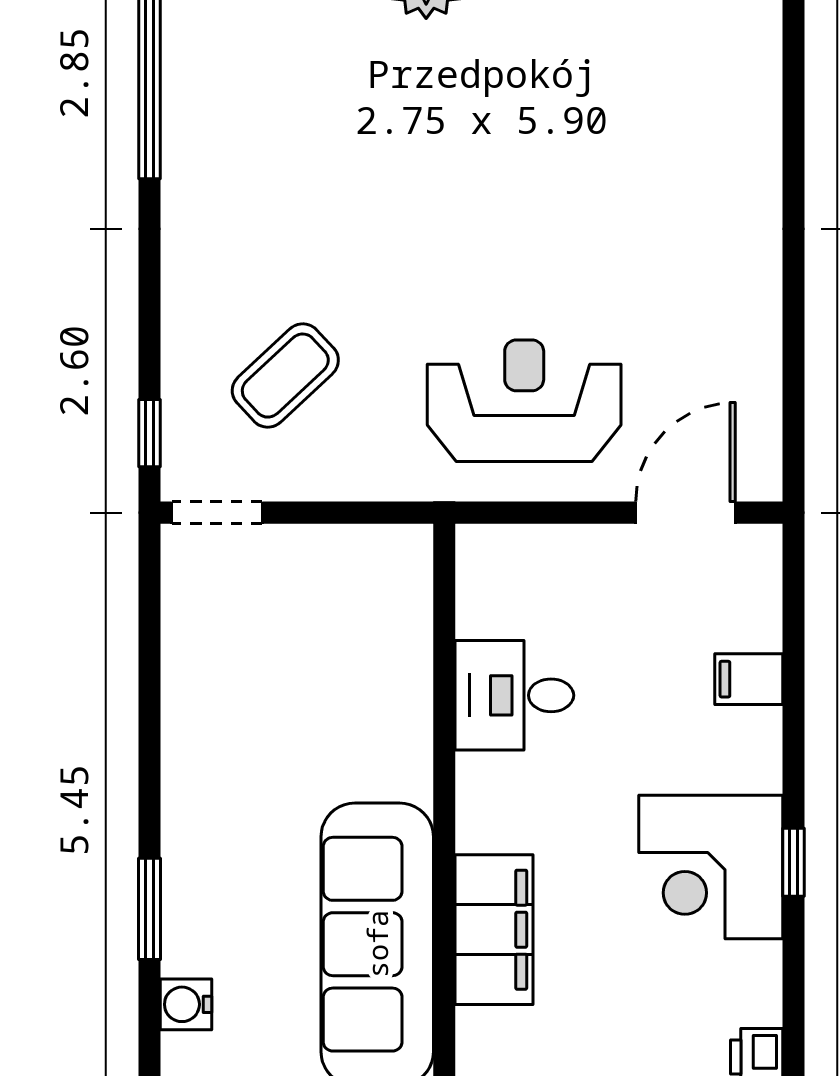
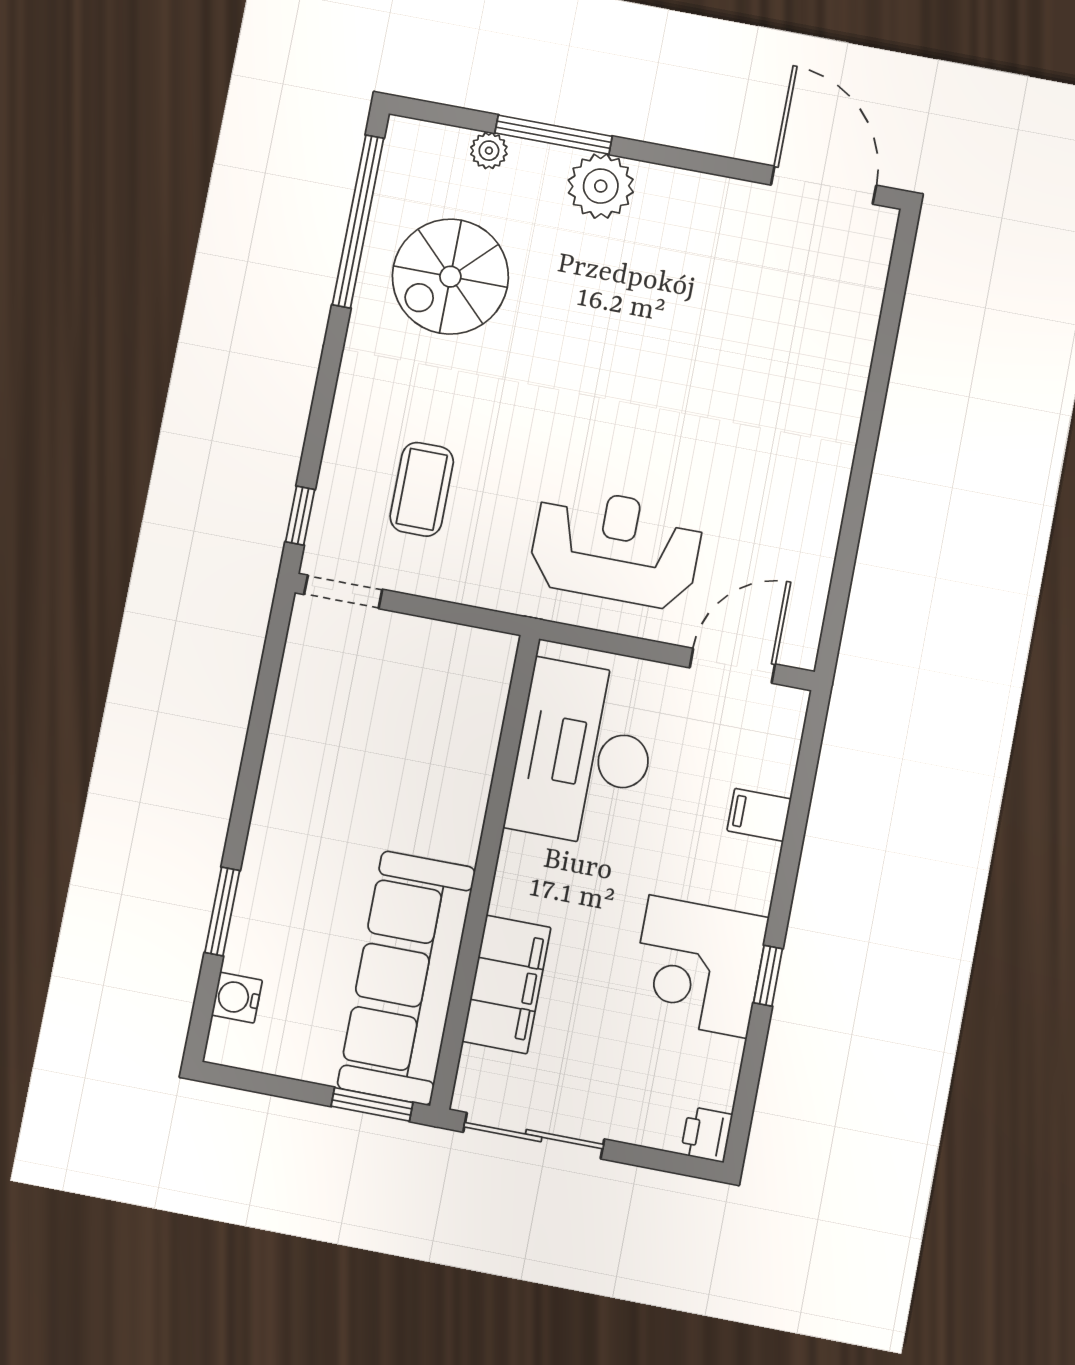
spiral stairs: (270, 119) -> (450, 277), added
coffee table: (285, 376) -> (422, 489), turned -47
desk: (514, 695) -> (583, 754), width x1.87, depth x1.30

